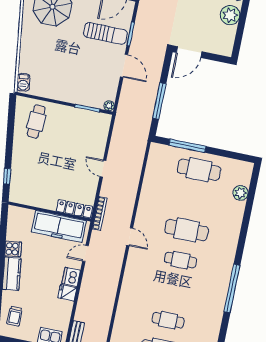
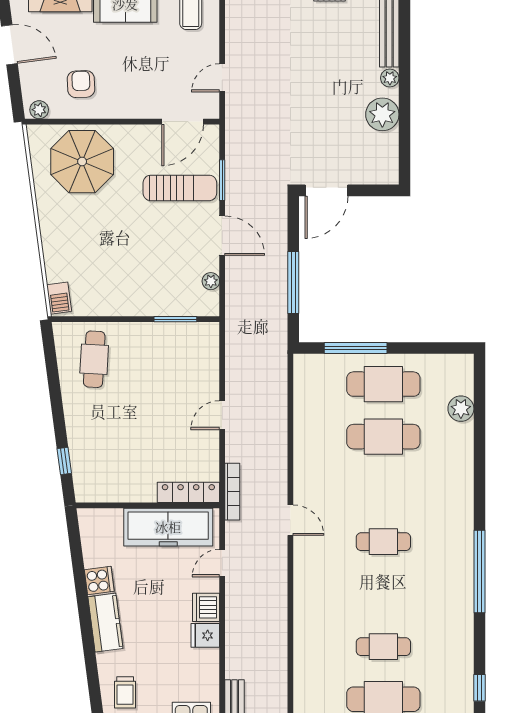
plant: (109, 106) -> (211, 281), moved
door: (103, 169) -> (222, 415), hinge flipped
cafe table: (187, 230) -> (383, 437), moved

